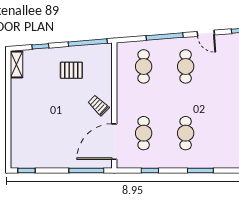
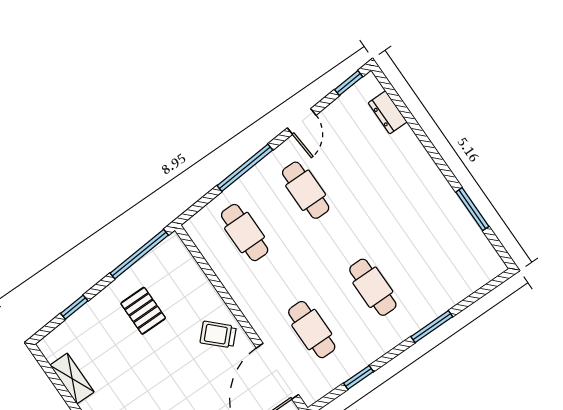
door: (206, 33) -> (302, 122), hinge flipped
shelving: (16, 64) -> (72, 378), moved
pallet: (71, 70) -> (143, 311), turned 90

